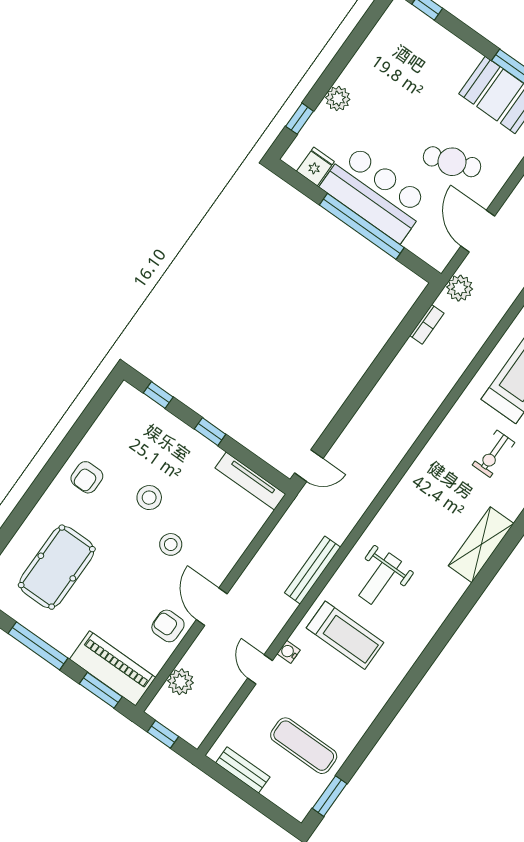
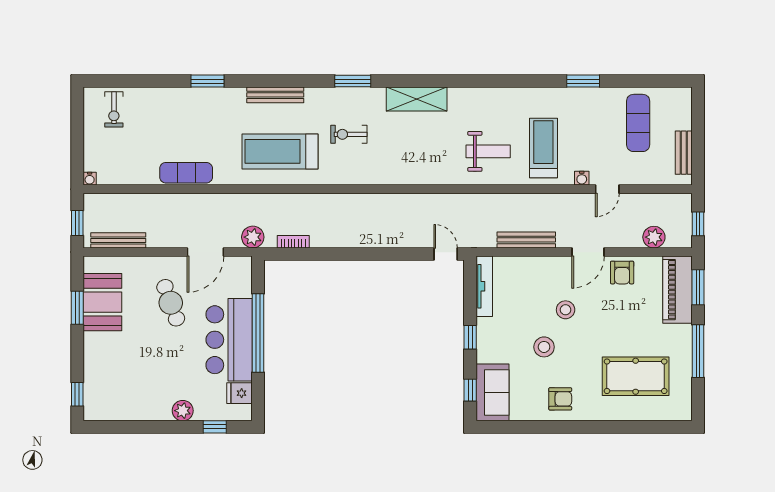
sofa: (140, 415) -> (492, 392), added
exercise bike: (494, 454) -> (349, 134), turned 180
bench: (313, 570) -> (526, 240), moved
window: (330, 796) -> (583, 81), moved

